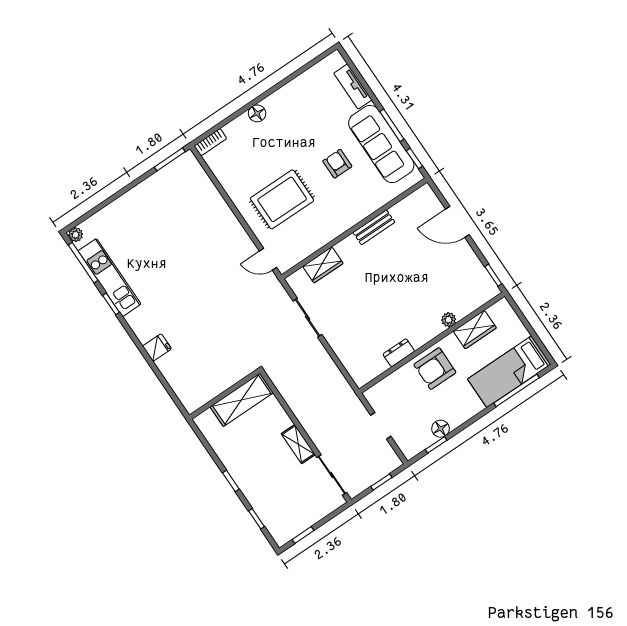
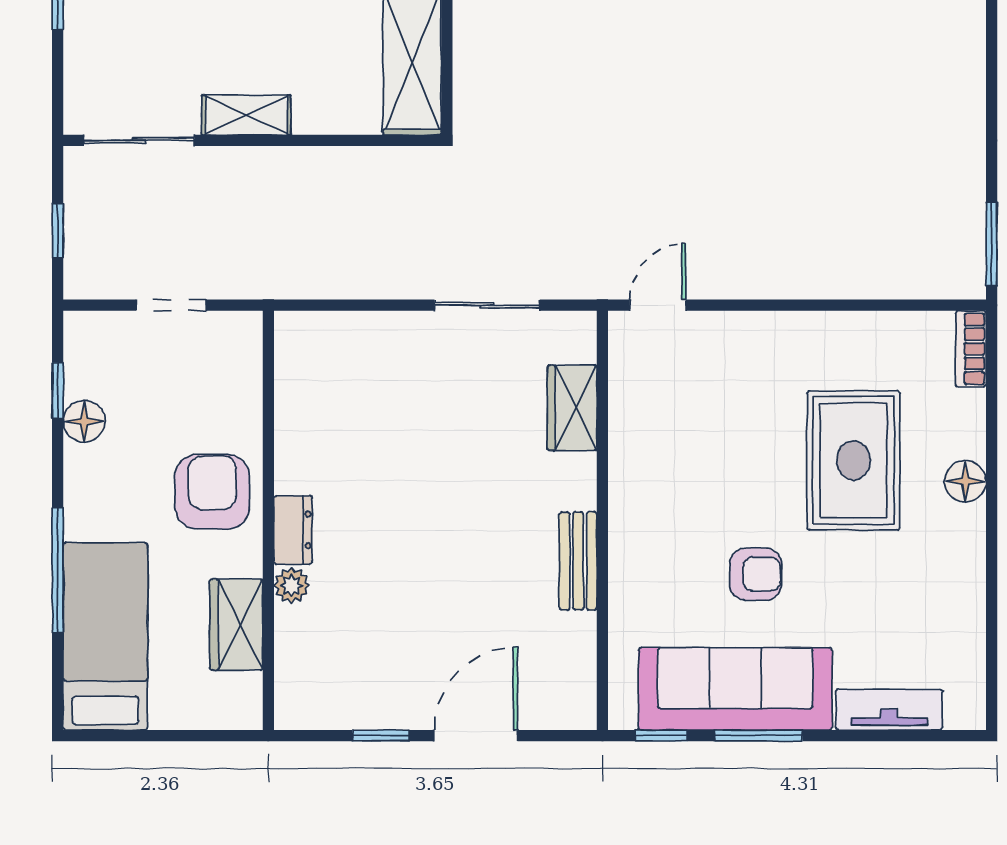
rug: (282, 199) -> (853, 460), moved
window: (493, 275) -> (381, 736), moved
dresser: (399, 353) -> (293, 530), moved
window: (517, 390) -> (58, 570), moved

